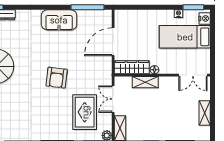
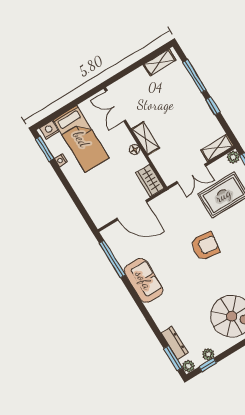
wardrobe: (132, 67) -> (150, 181), width x0.67
double door: (193, 75) -> (116, 106), swing flipped
shelving: (145, 82) -> (146, 138), moved
shelving: (205, 113) -> (160, 62), moved

